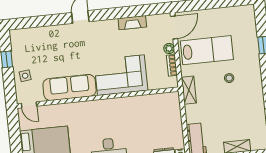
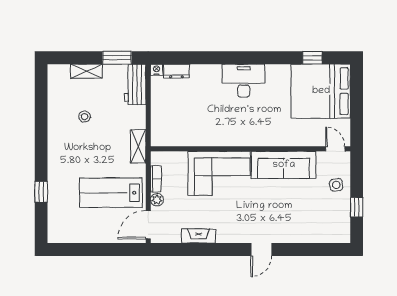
stool: (229, 78) -> (85, 117), moved

